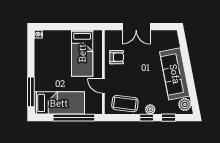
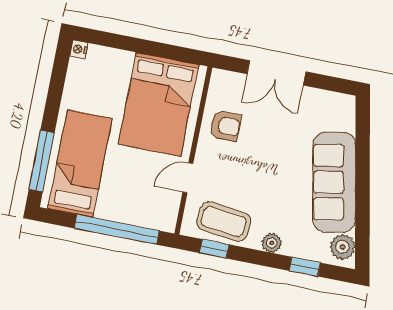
bed: (82, 53) -> (158, 104), width x1.50
door: (103, 86) -> (188, 178), hinge flipped
bed: (59, 103) -> (80, 163), moved, turned -90
window: (147, 118) -> (214, 249), moved

